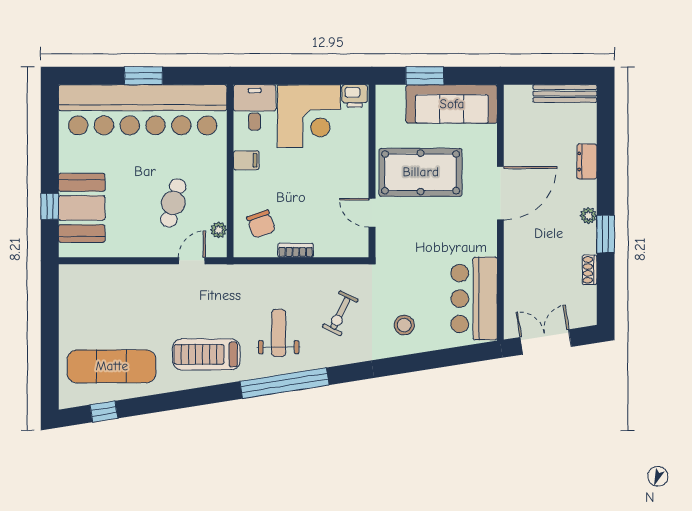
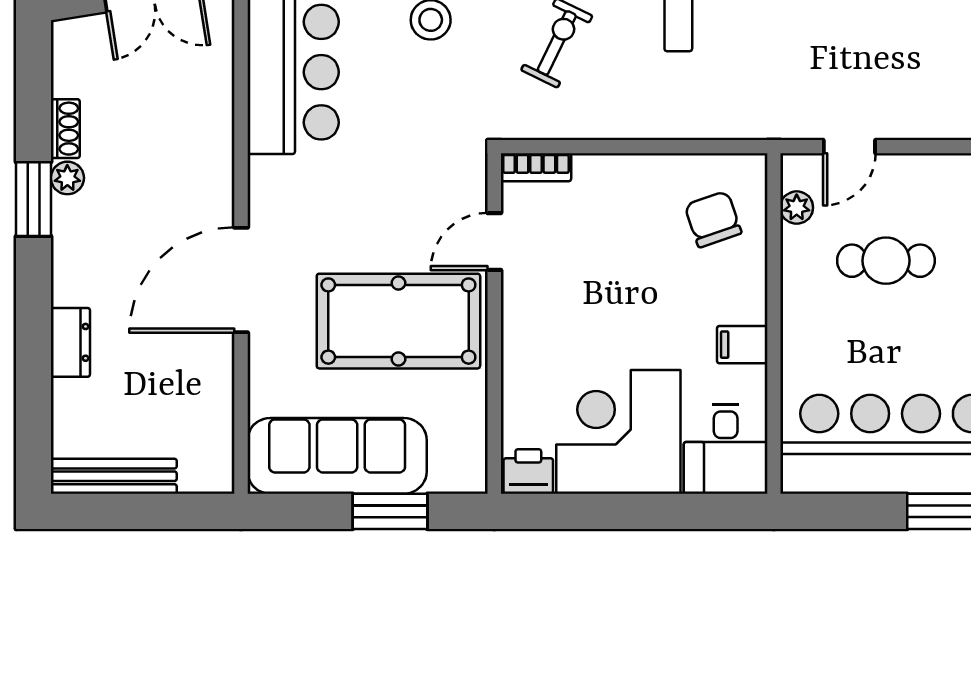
cafe table: (173, 203) -> (886, 261), turned 75
door: (372, 213) -> (494, 241), swing flipped
plant: (588, 216) -> (67, 178), moved
bookcase: (296, 250) -> (536, 167), moved

